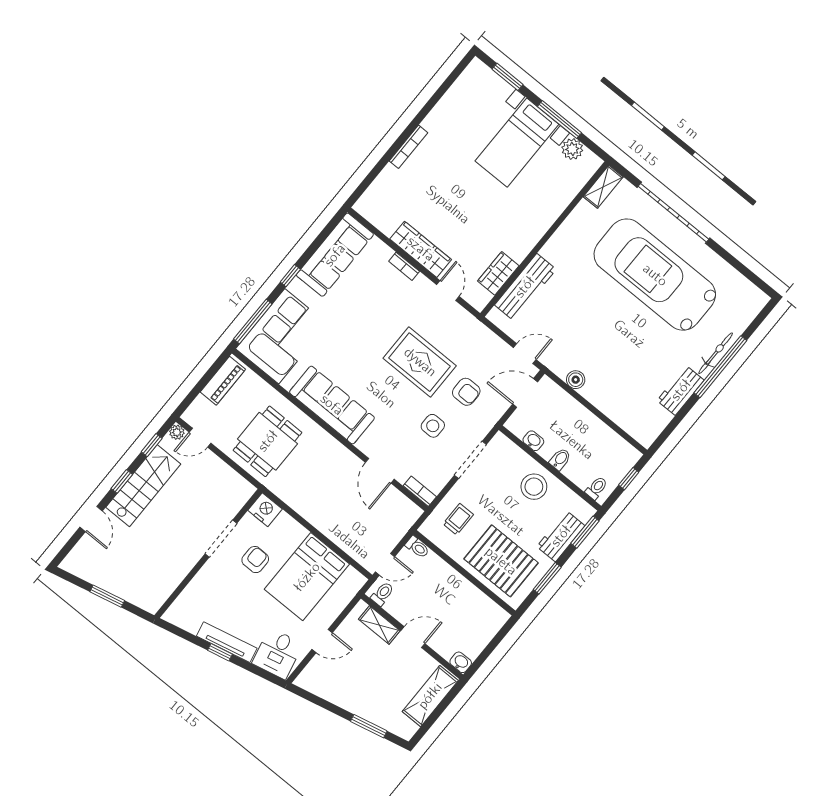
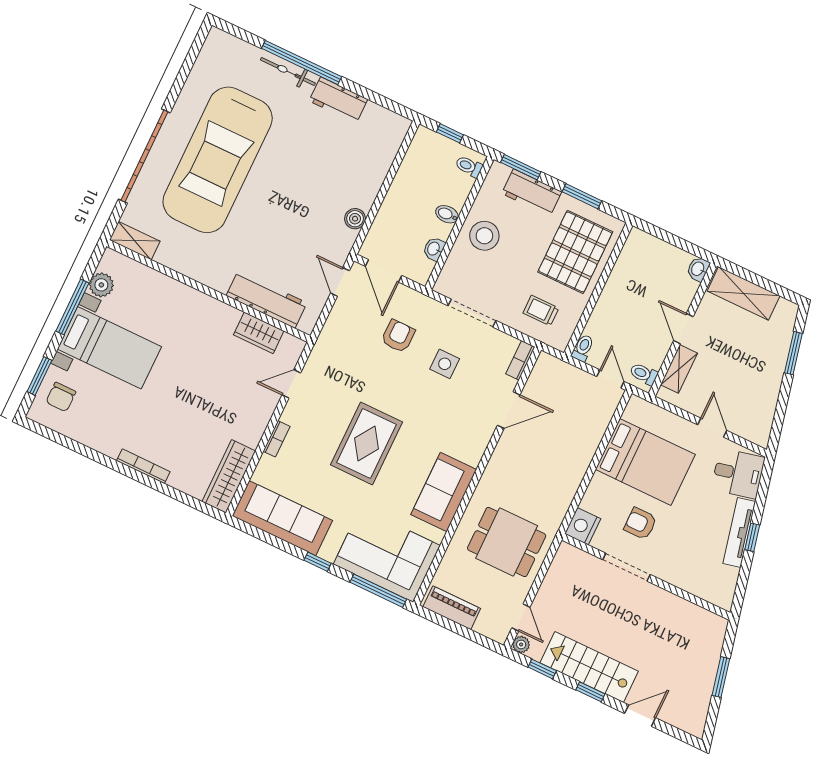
chair: (485, 91) -> (61, 397), added
wardrobe: (421, 249) -> (229, 476), moved
rug: (420, 362) -> (367, 443), moved
sofa: (332, 405) -> (444, 492), width x0.73

